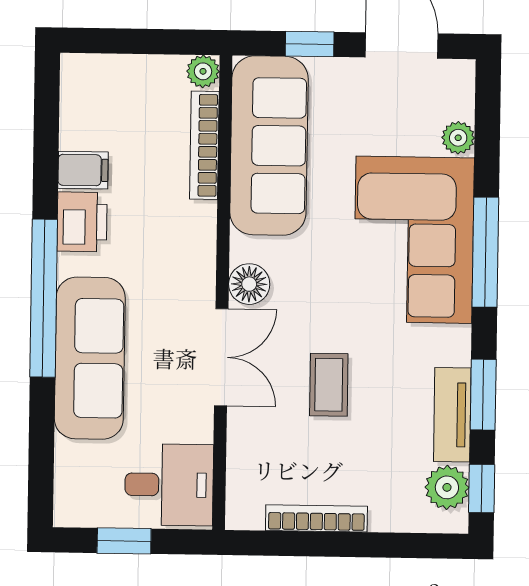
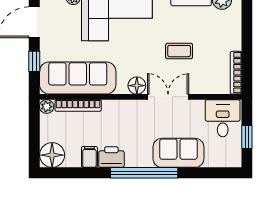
floor lamp: (89, 82) -> (52, 155), added
sofa: (90, 358) -> (178, 153), width x0.73
bookcase: (316, 518) -> (236, 73), moved

